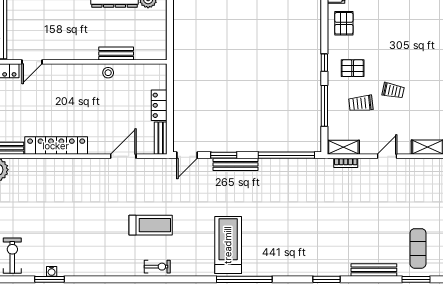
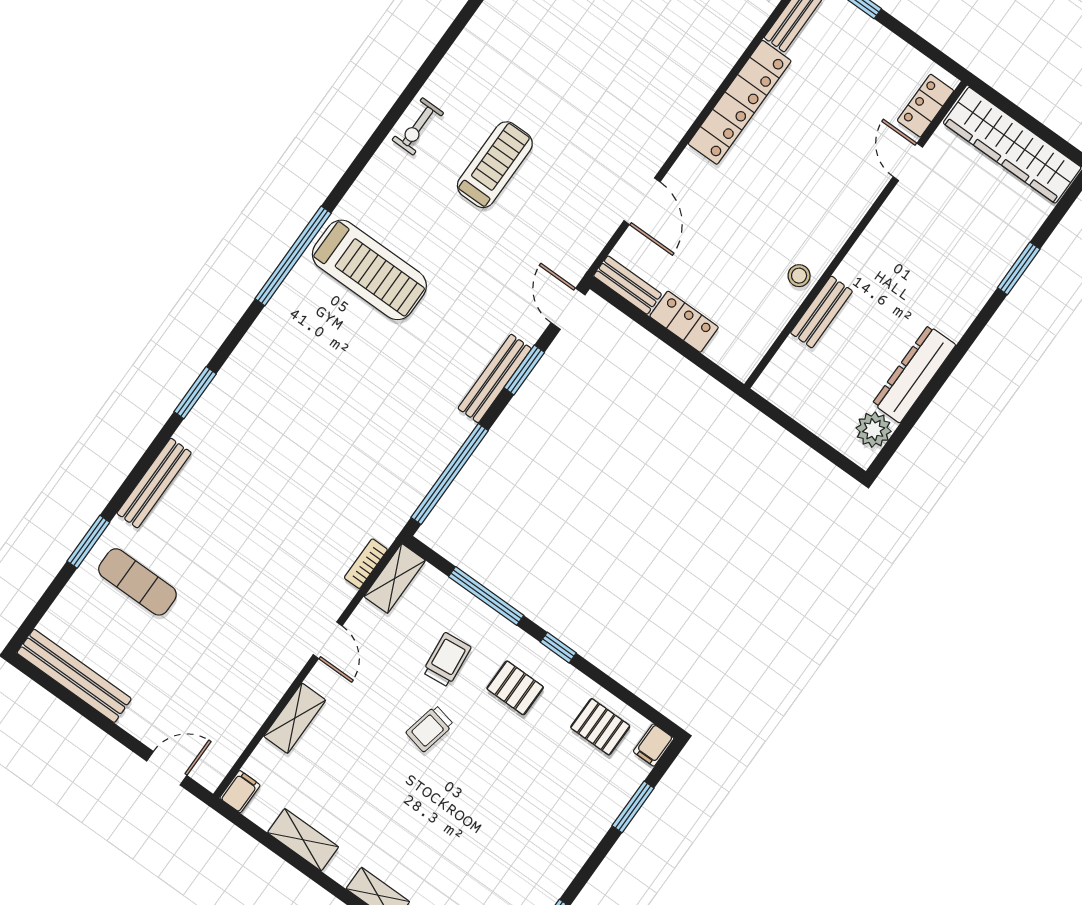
pallet: (353, 68) -> (515, 688), turned 90
treadmill: (151, 225) -> (495, 165), turned 180

